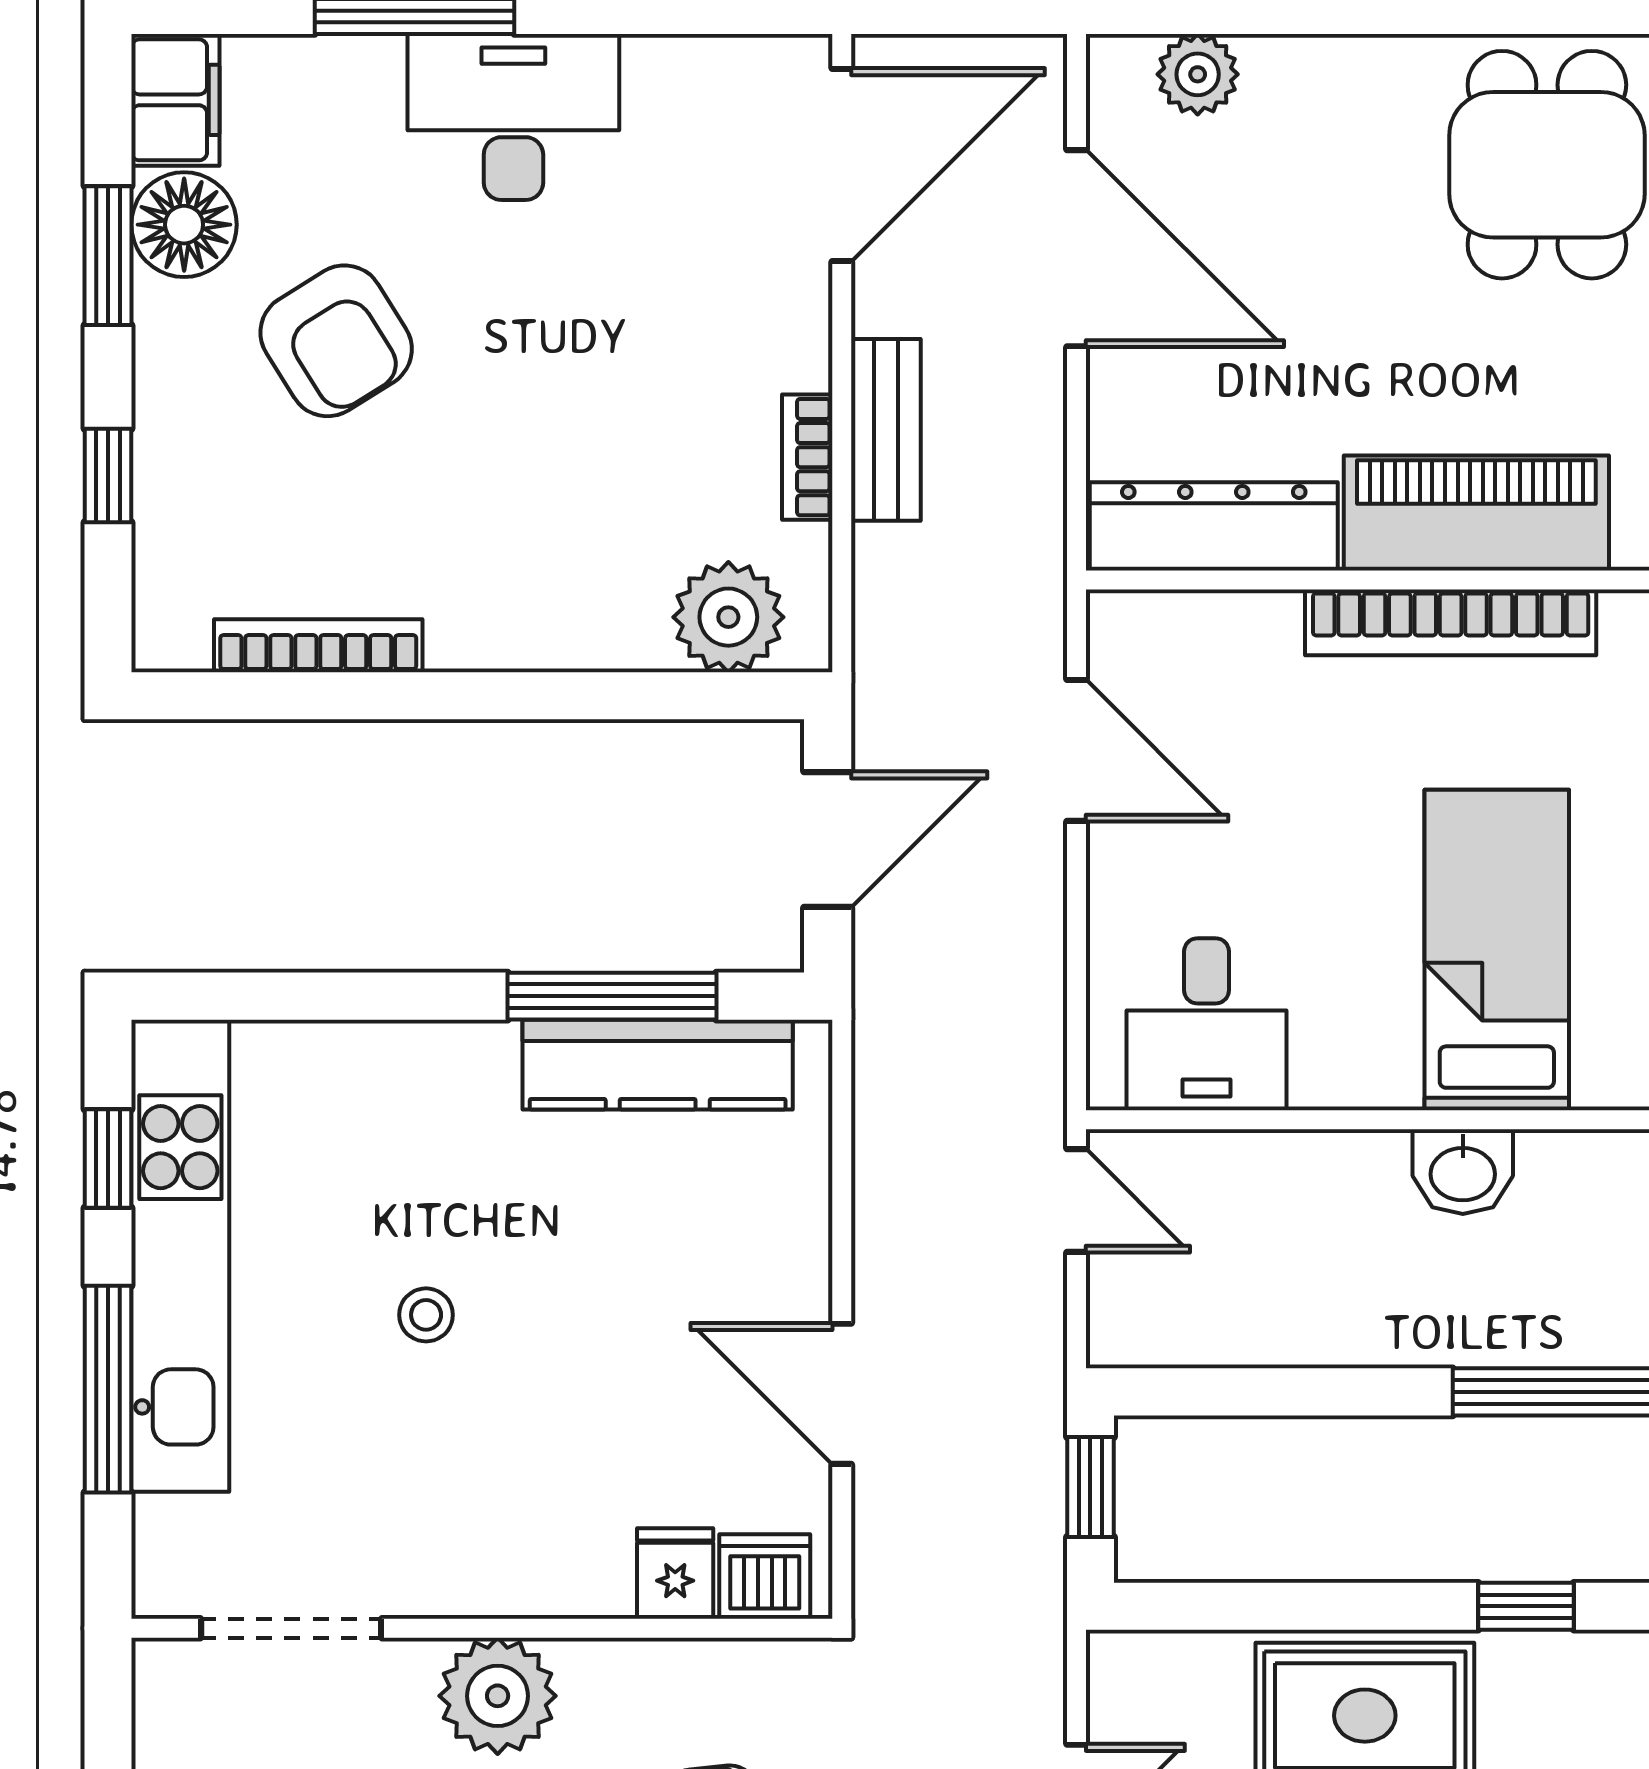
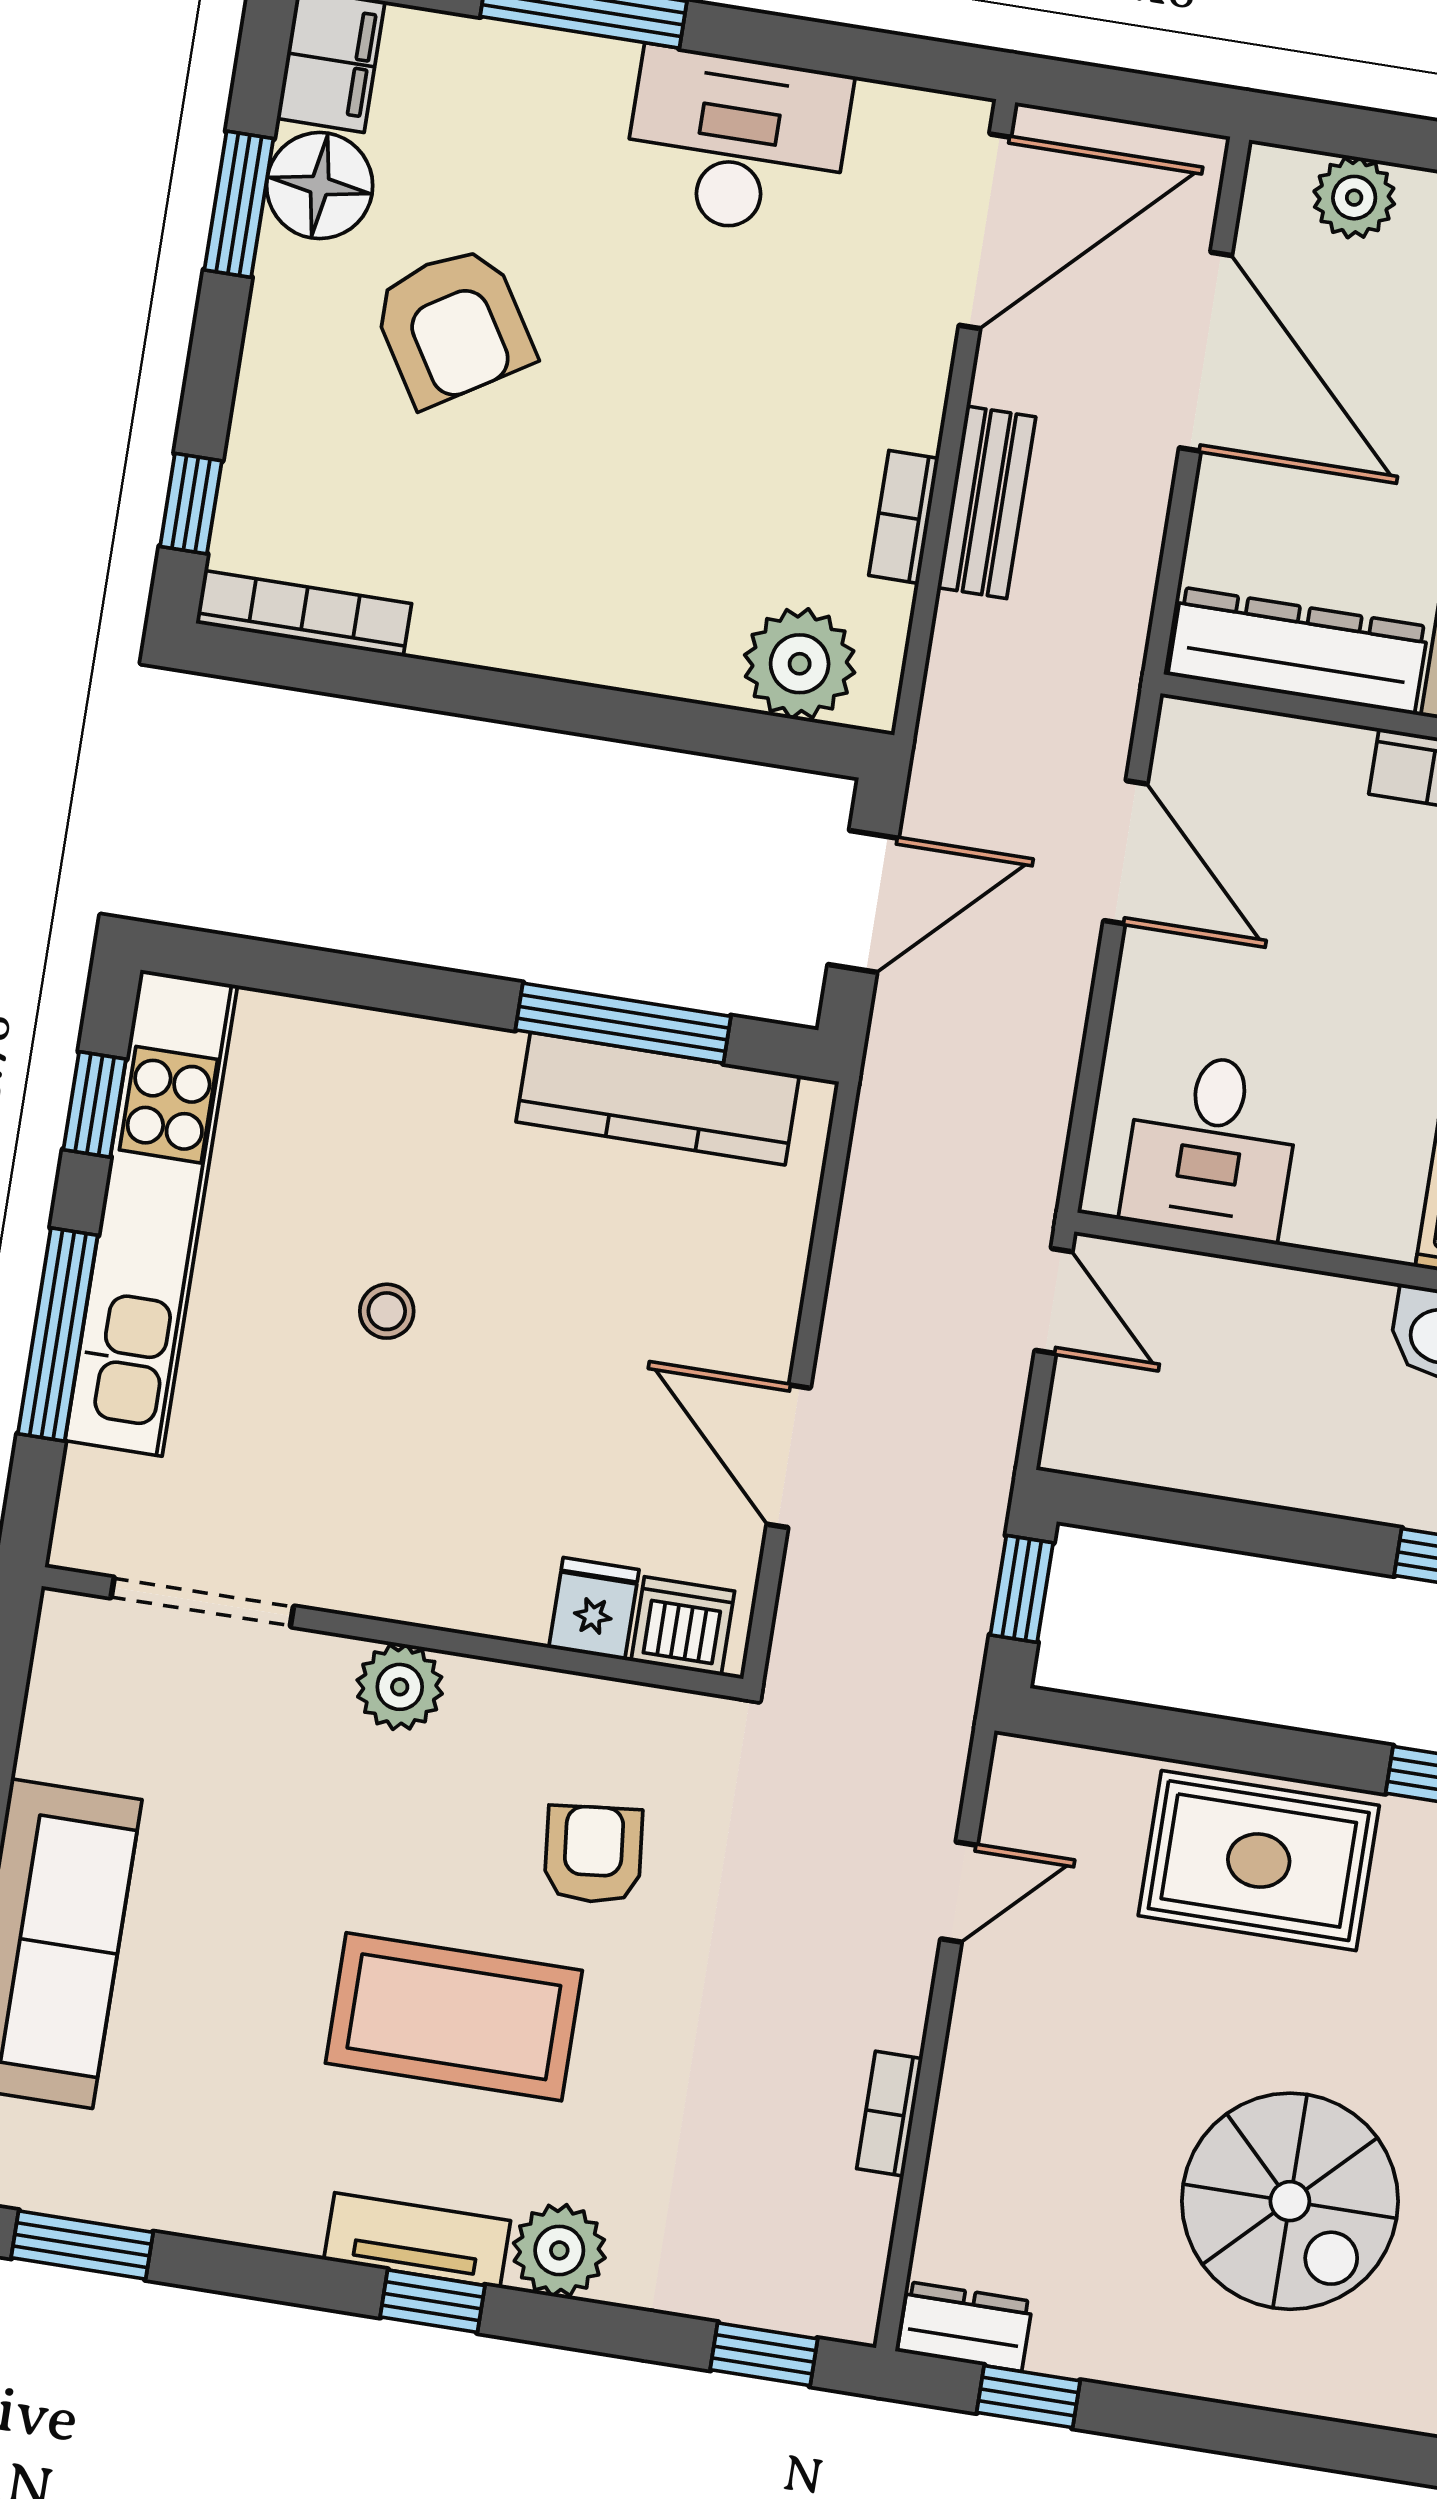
desk: (513, 117) -> (737, 142), moved
window: (108, 476) -> (191, 504), moved
bookcase: (318, 646) -> (304, 614), moved
plant: (498, 1696) -> (400, 1687), width x0.73, depth x0.73

